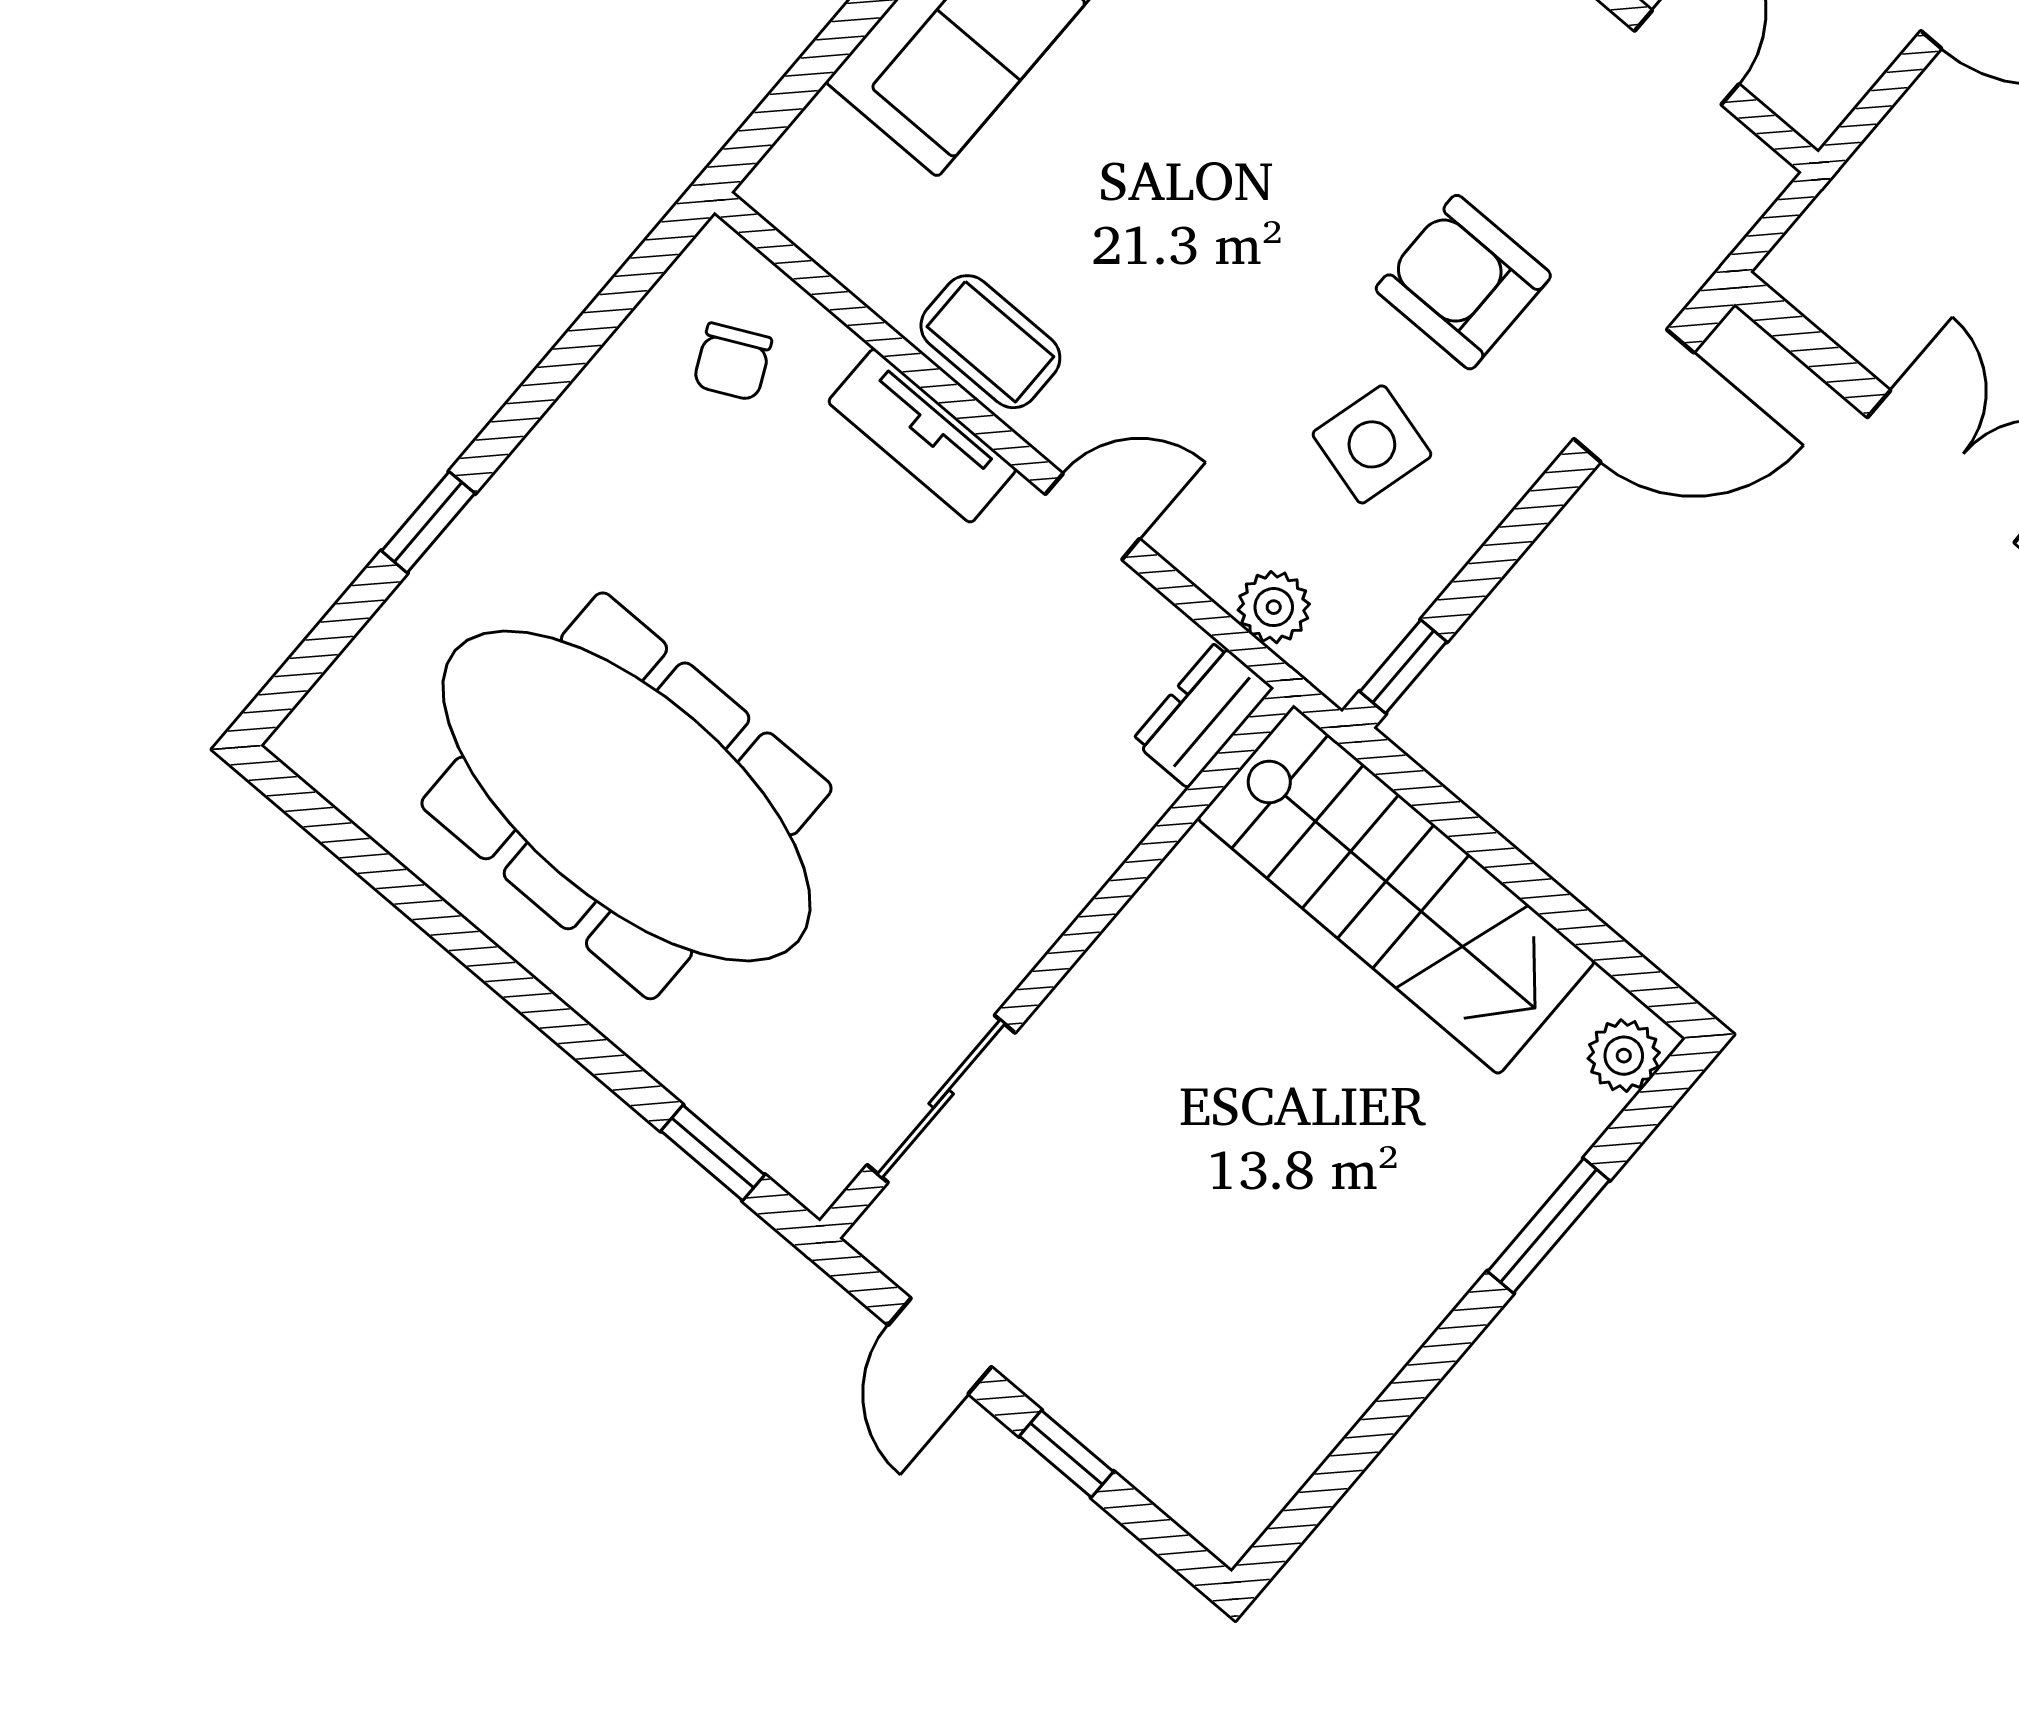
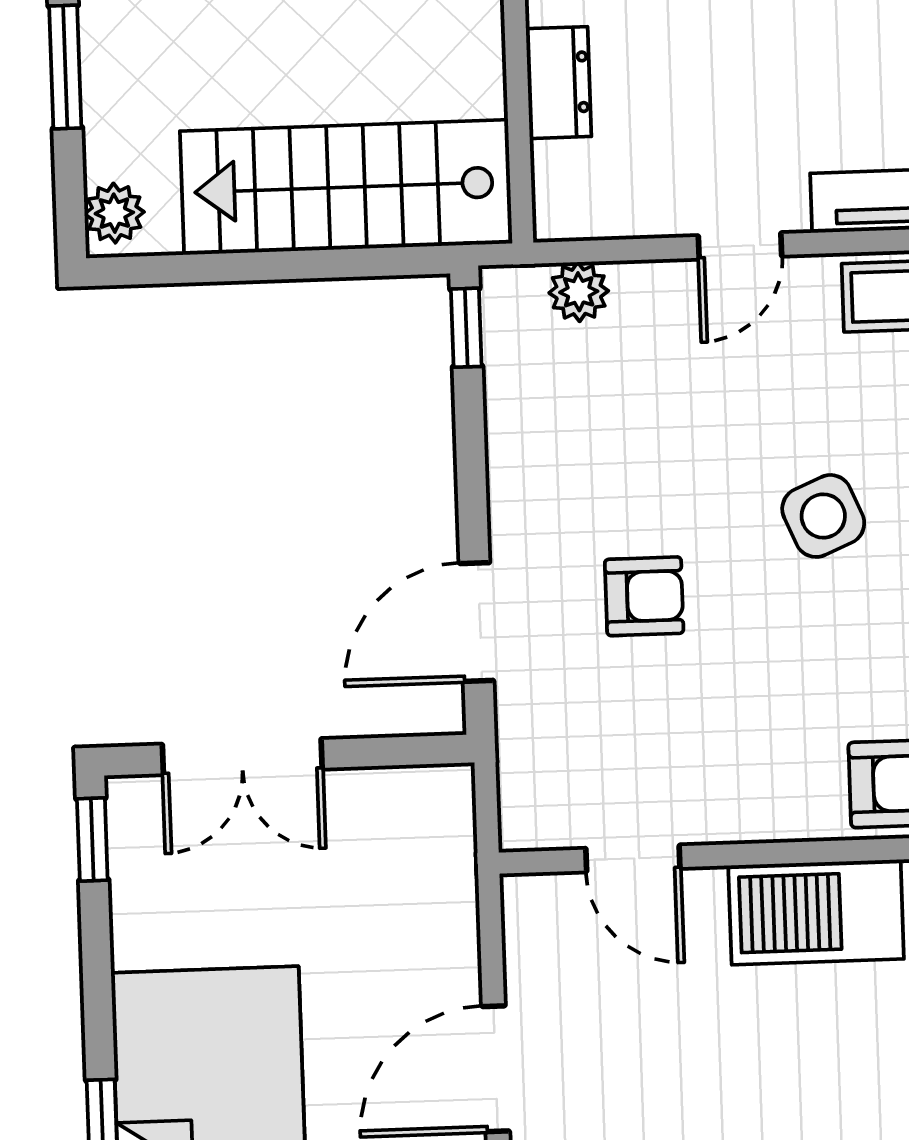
armchair: (1463, 282) -> (644, 596), width x0.72, depth x0.72
side table: (1372, 444) -> (823, 516), moved, turned -38
dresser: (1203, 714) -> (559, 83), moved

